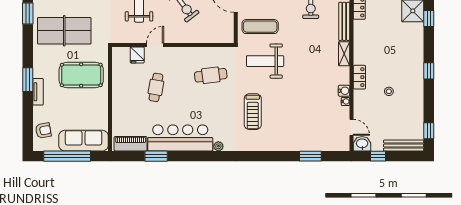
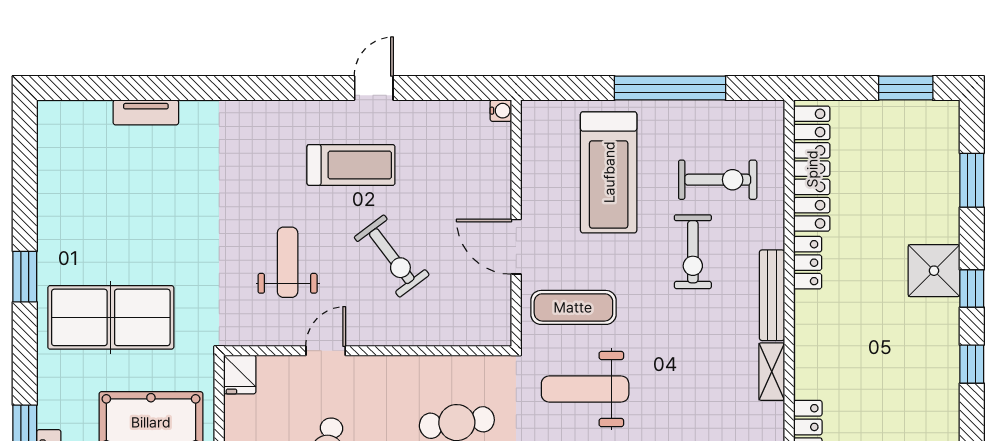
fridge: (137, 55) -> (240, 375), moved
window: (429, 71) -> (972, 364), moved

